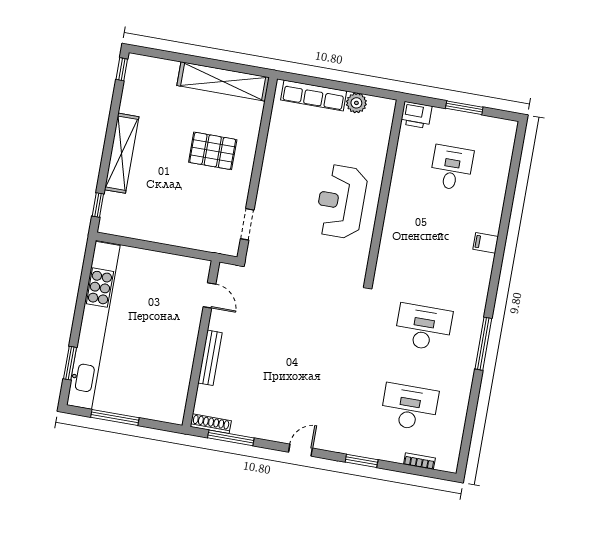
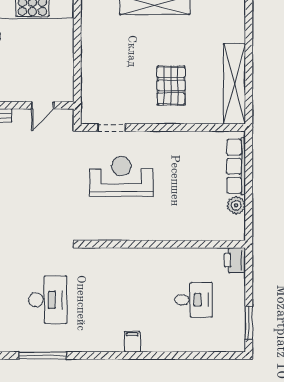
window: (464, 108) -> (249, 323), moved
reception desk: (341, 202) -> (121, 176), moved

